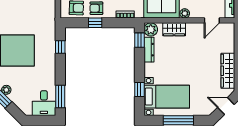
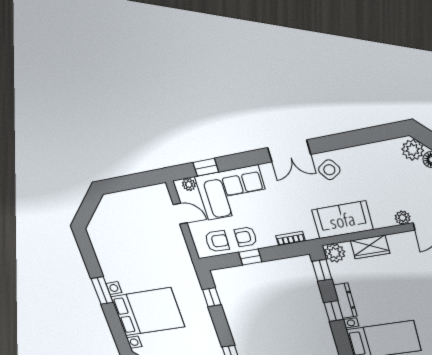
plant: (185, 13) -> (403, 218), moved
dresser: (149, 50) -> (345, 301), moved
window: (139, 89) -> (334, 311), moved

